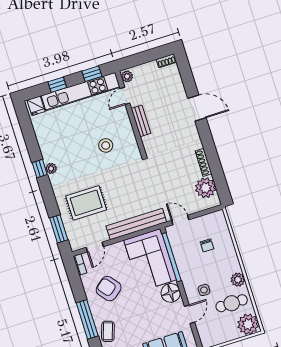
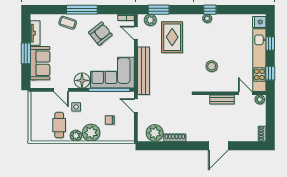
door: (180, 220) -> (136, 106), swing flipped
plant: (74, 235) -> (150, 20), added
plant: (248, 324) -> (91, 133), moved

